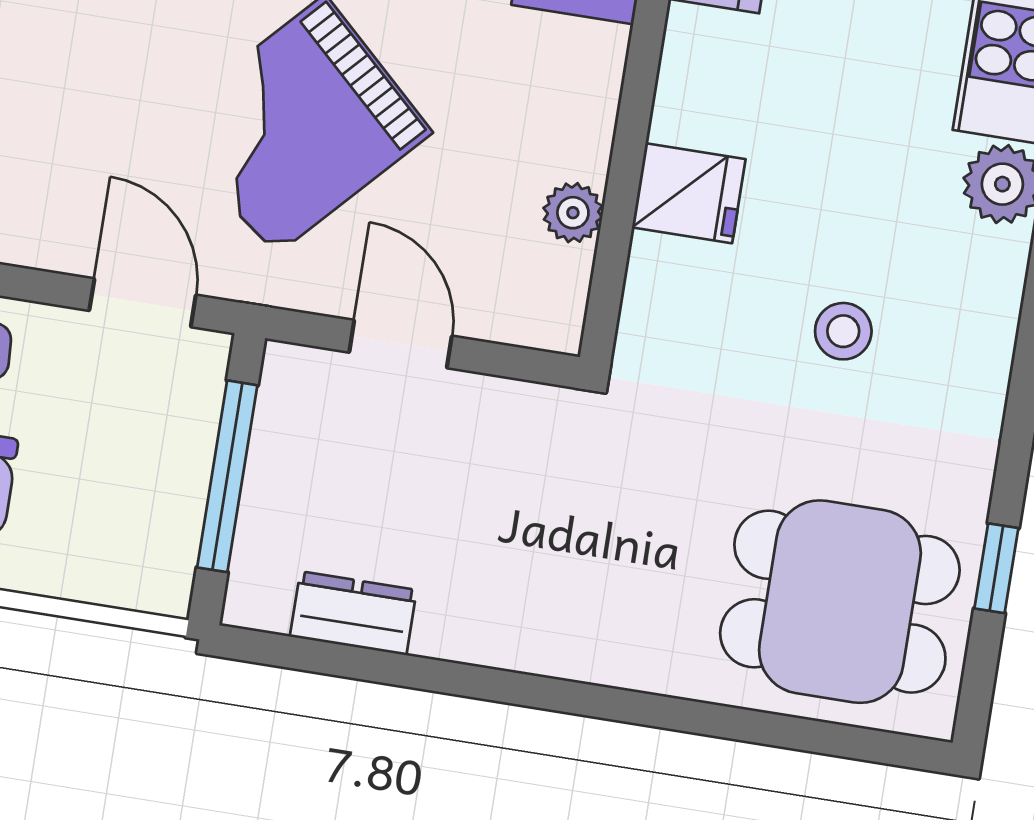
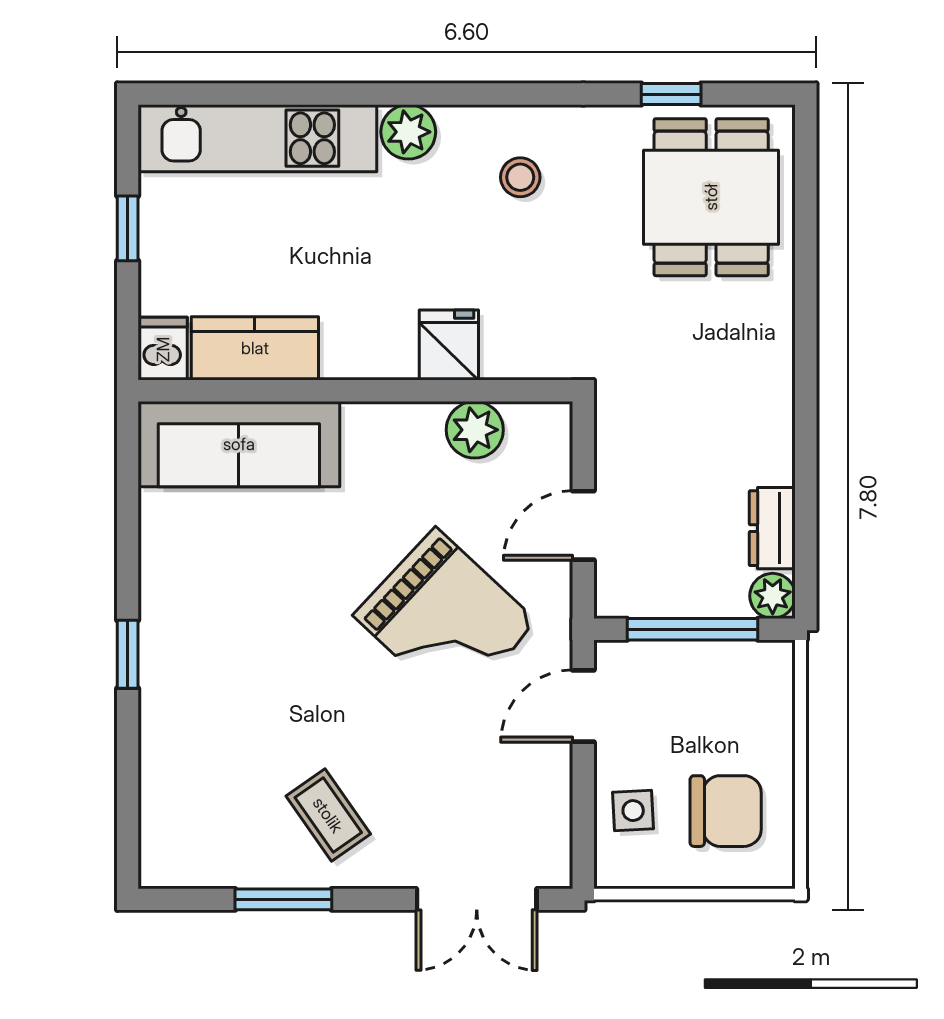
plant: (573, 213) -> (475, 430), width x1.38, depth x1.38
stool: (843, 331) -> (520, 177), moved
plant: (256, 598) -> (773, 596), added

